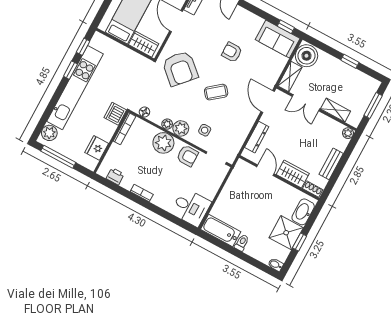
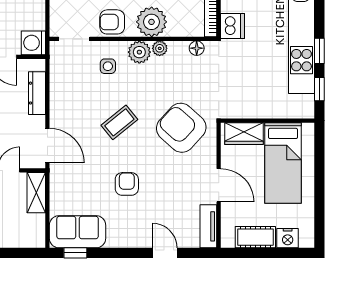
armchair: (232, 52) -> (127, 184), turned -90
boiler: (306, 56) -> (30, 230), removed
washing machine: (242, 169) -> (33, 43), added

